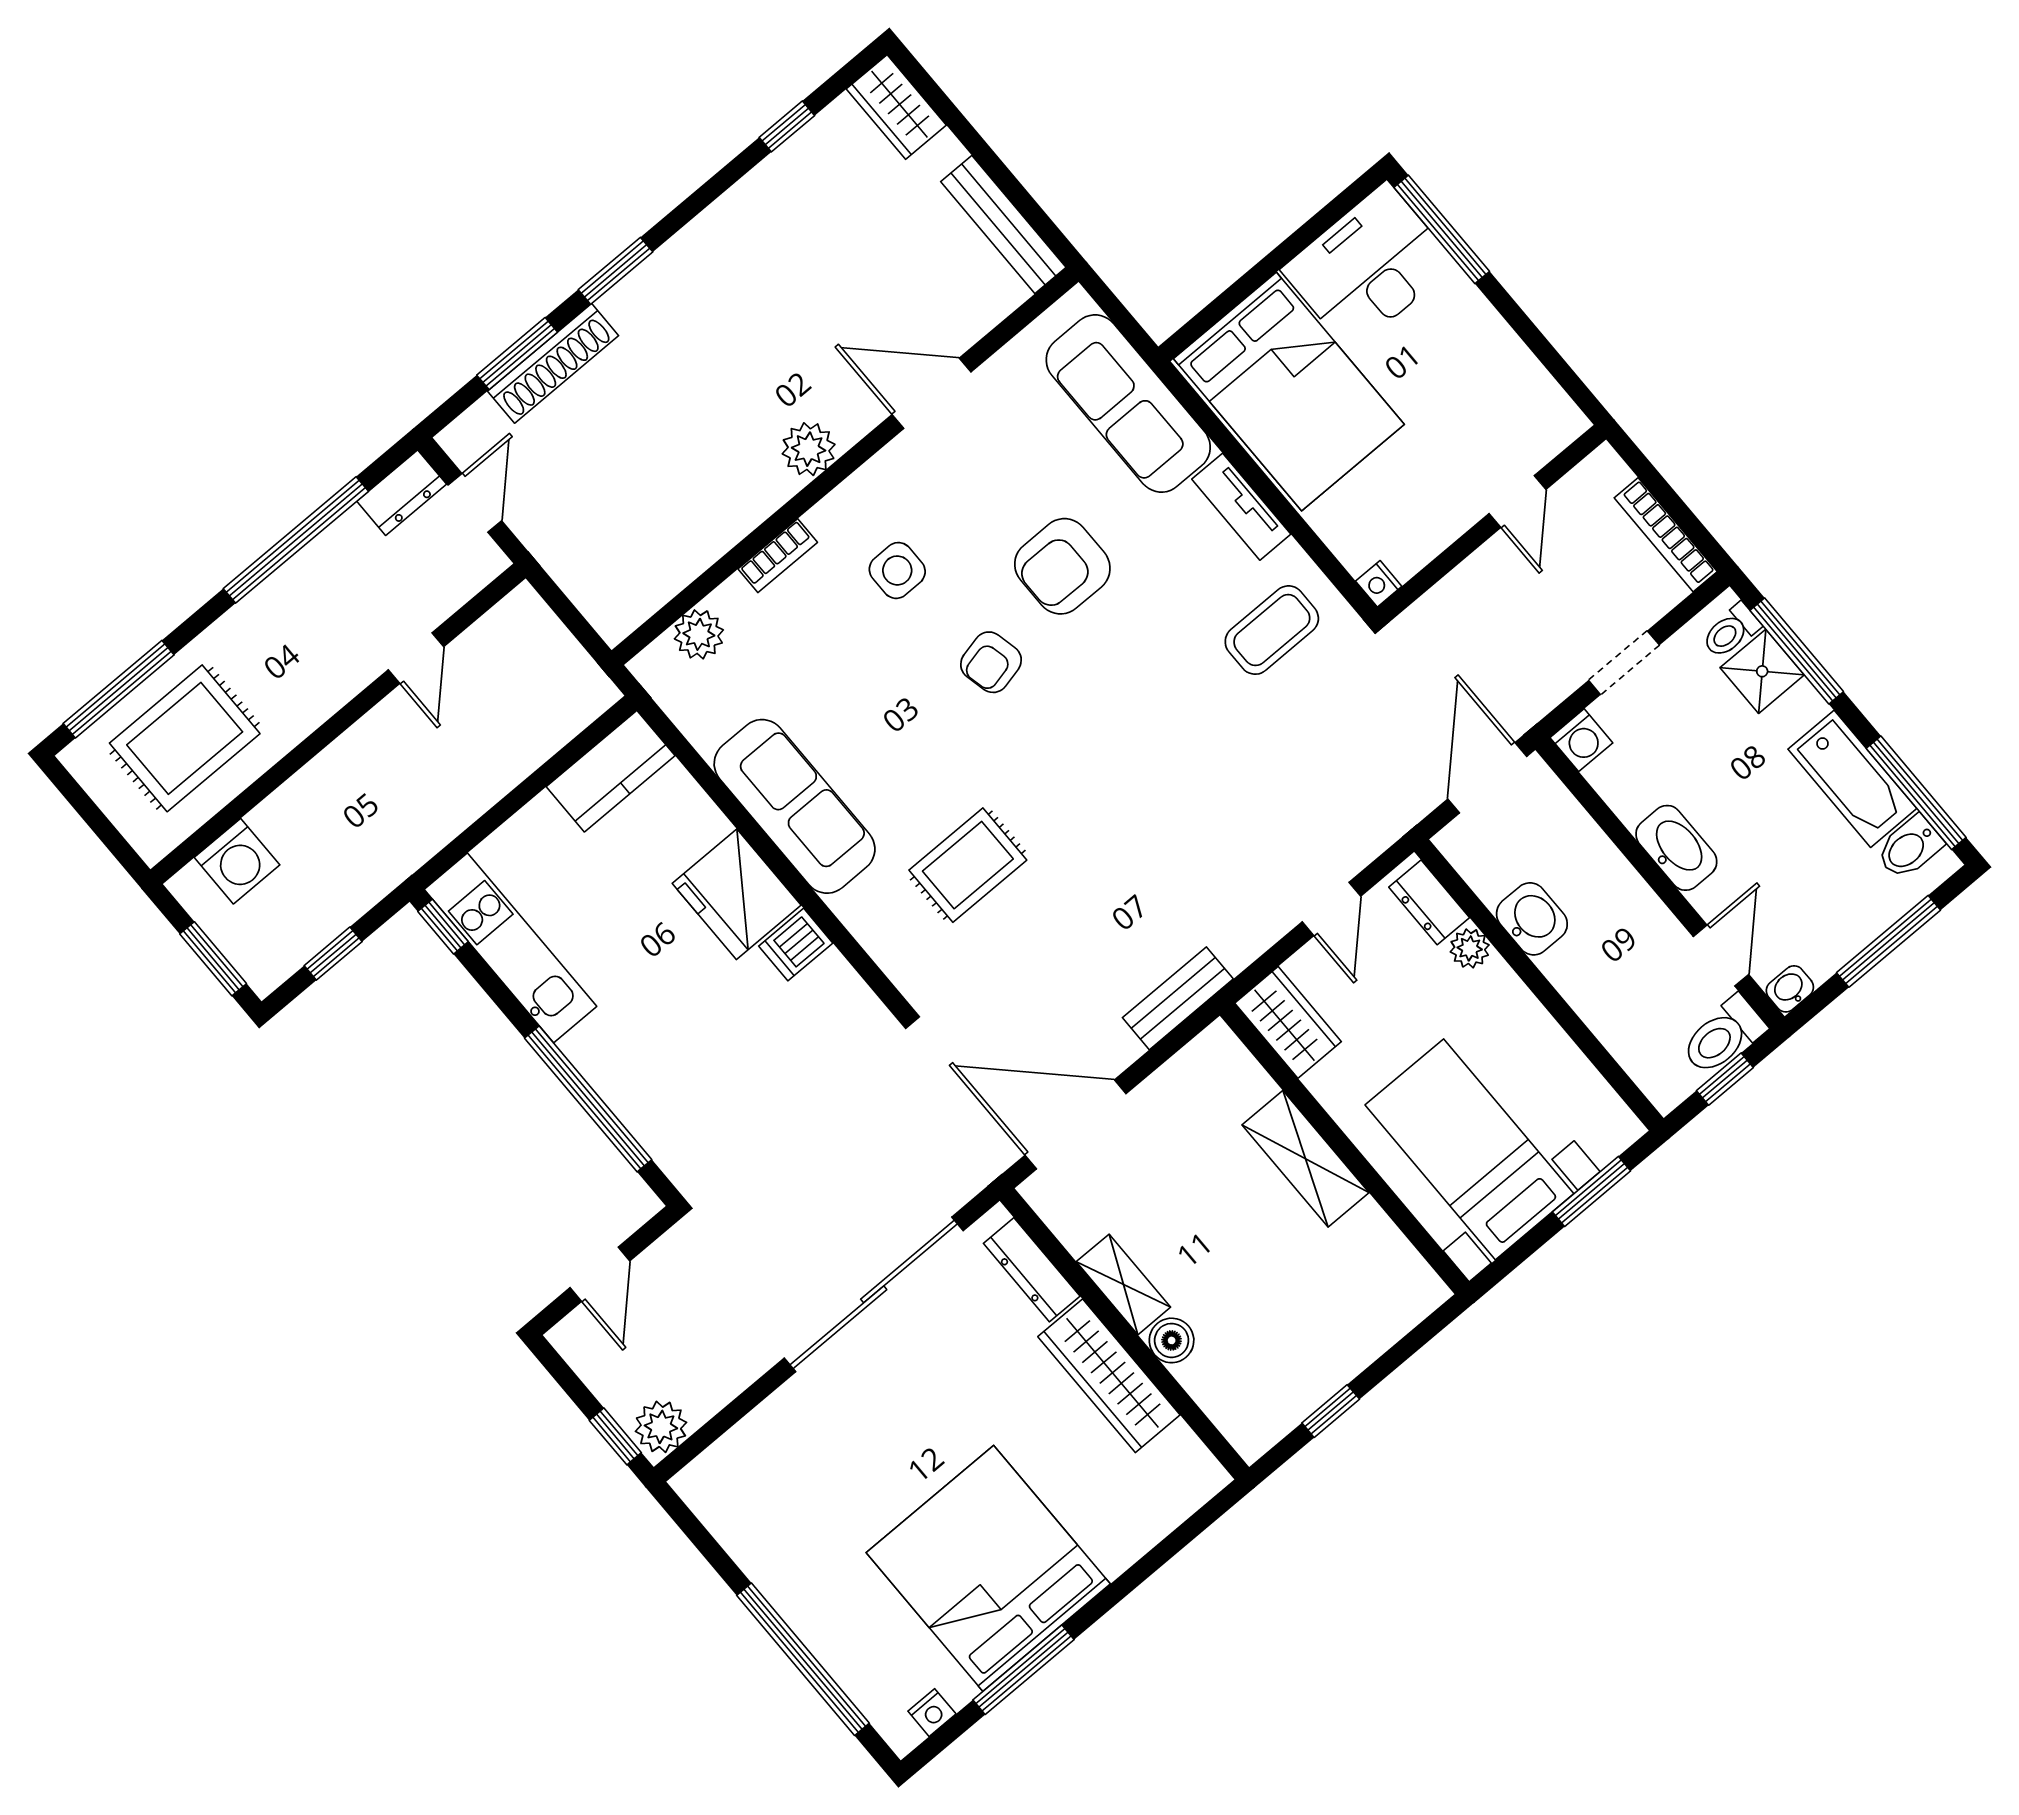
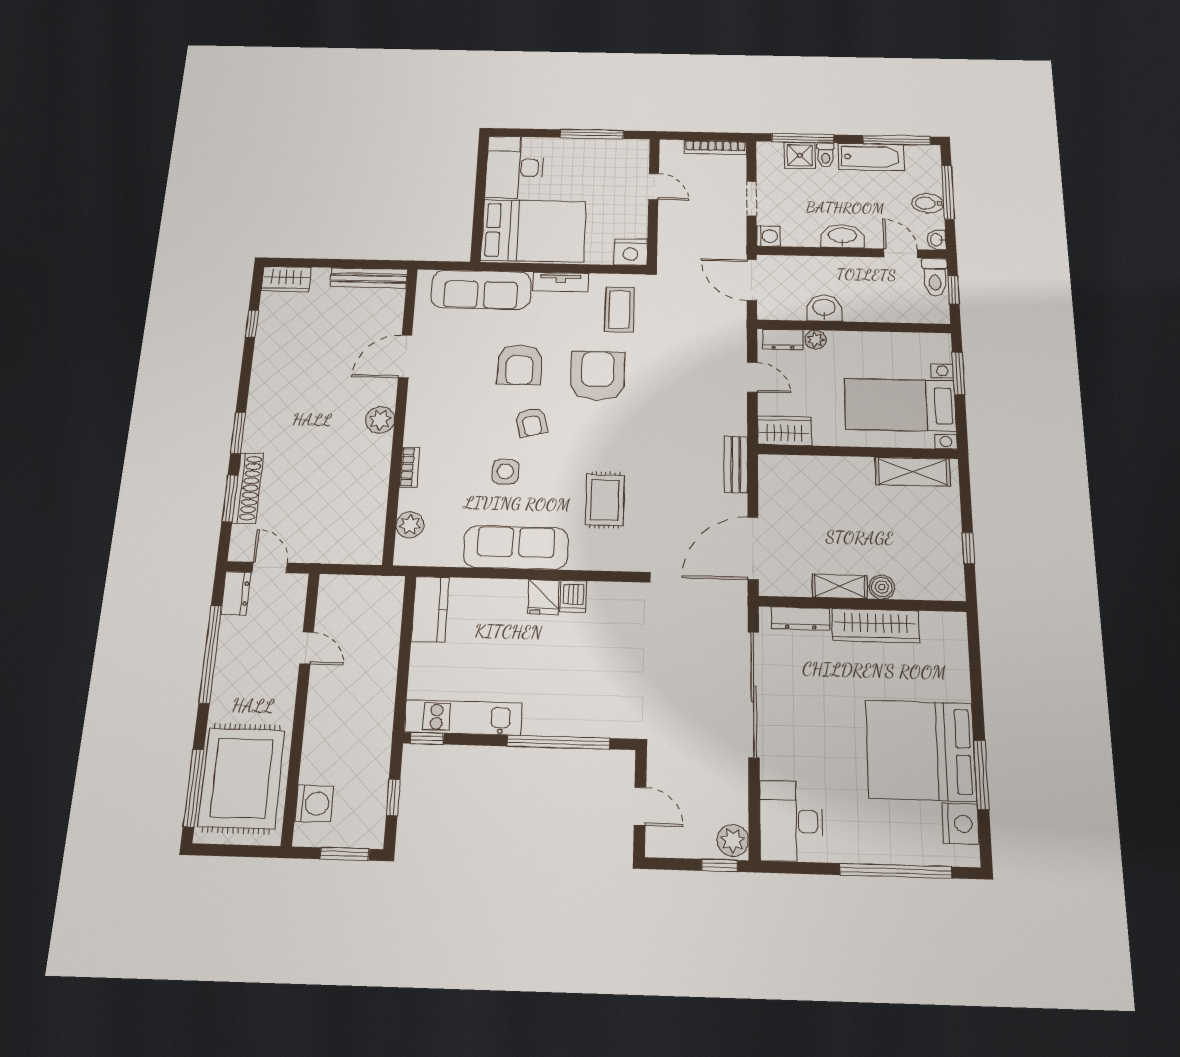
window: (1442, 229) -> (592, 134), moved
side table: (897, 570) -> (505, 471), moved
nightstand: (1379, 584) -> (631, 252), width x1.89, depth x1.79
toilet: (1731, 631) -> (826, 155), moved
armchair: (1142, 691) -> (597, 376), added
rug: (185, 738) -> (242, 778), width x1.37, depth x1.44
bidet: (1909, 847) -> (928, 203), moved, turned 90
fridge: (737, 894) -> (543, 597), width x0.53, depth x0.75
shelving: (1306, 1159) -> (913, 472), moved
desk: (750, 1479) -> (791, 821), added
nightstand: (932, 1713) -> (961, 824), width x1.89, depth x1.79

